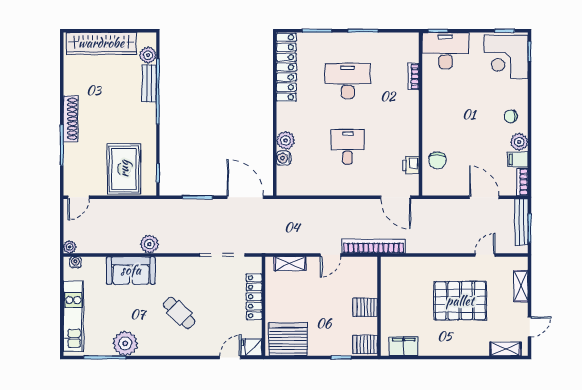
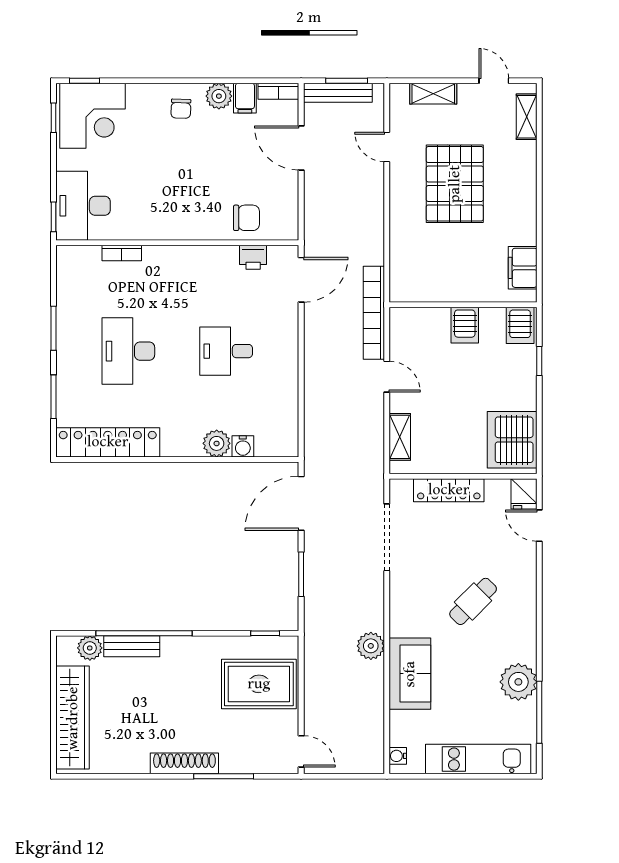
door: (484, 197) -> (301, 148), hinge flipped
plant: (70, 247) -> (375, 764), removed

